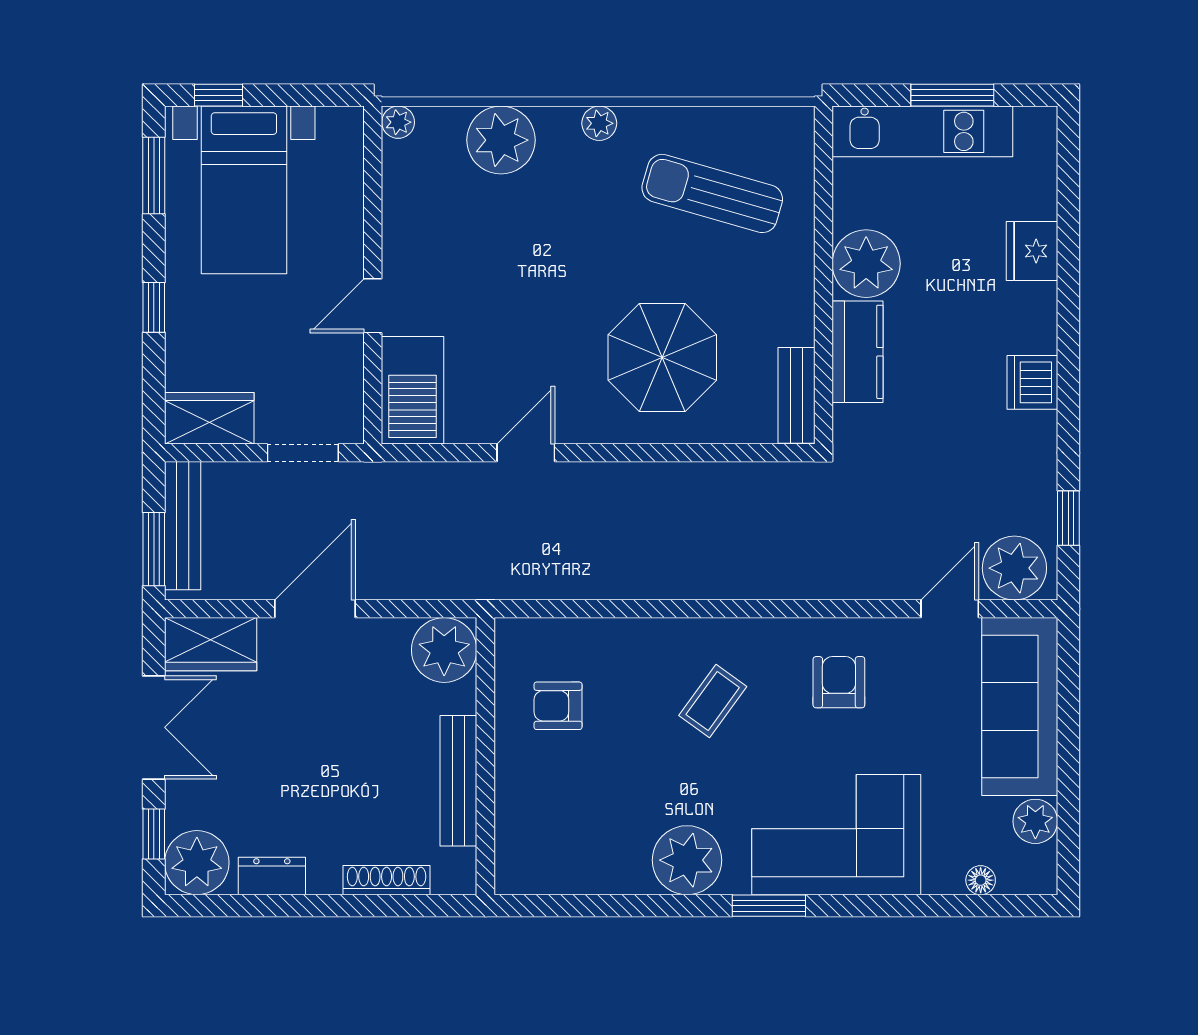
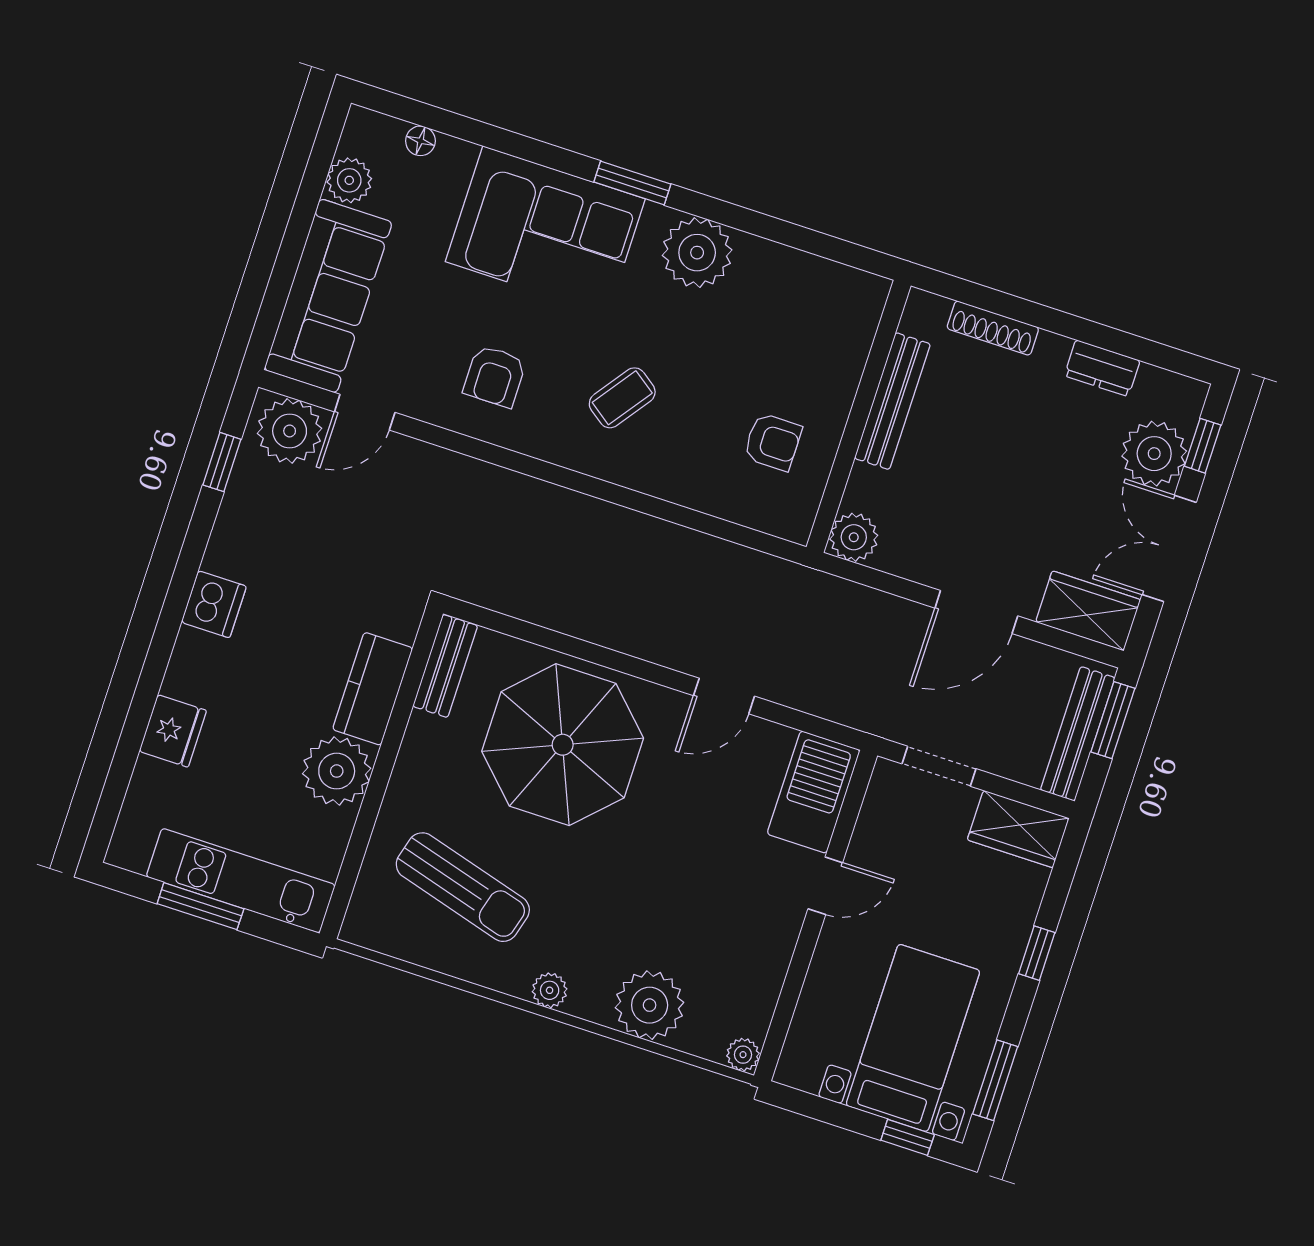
parasol: (662, 358) -> (563, 745), width x1.36, depth x1.36
plant: (444, 650) -> (854, 537), width x0.73, depth x0.73
plant: (197, 863) -> (1154, 454), moved

